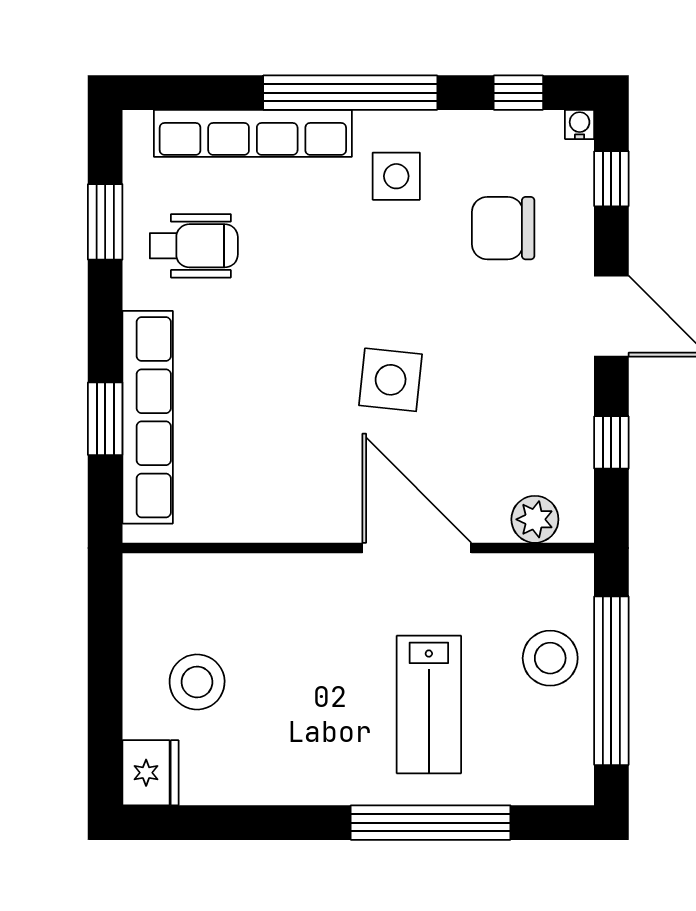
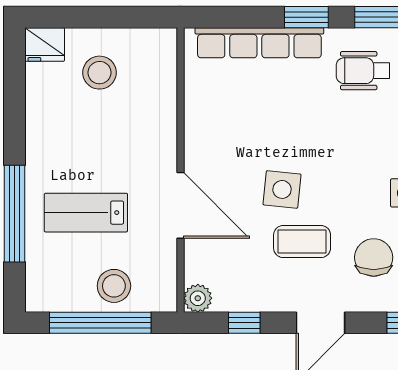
wheelchair: (194, 246) -> (363, 71), turned 90
coffee table: (477, 347) -> (302, 242), added
window: (105, 419) -> (306, 17), moved
plant: (535, 519) -> (198, 298), moved
door: (417, 548) -> (180, 205), hinge flipped

